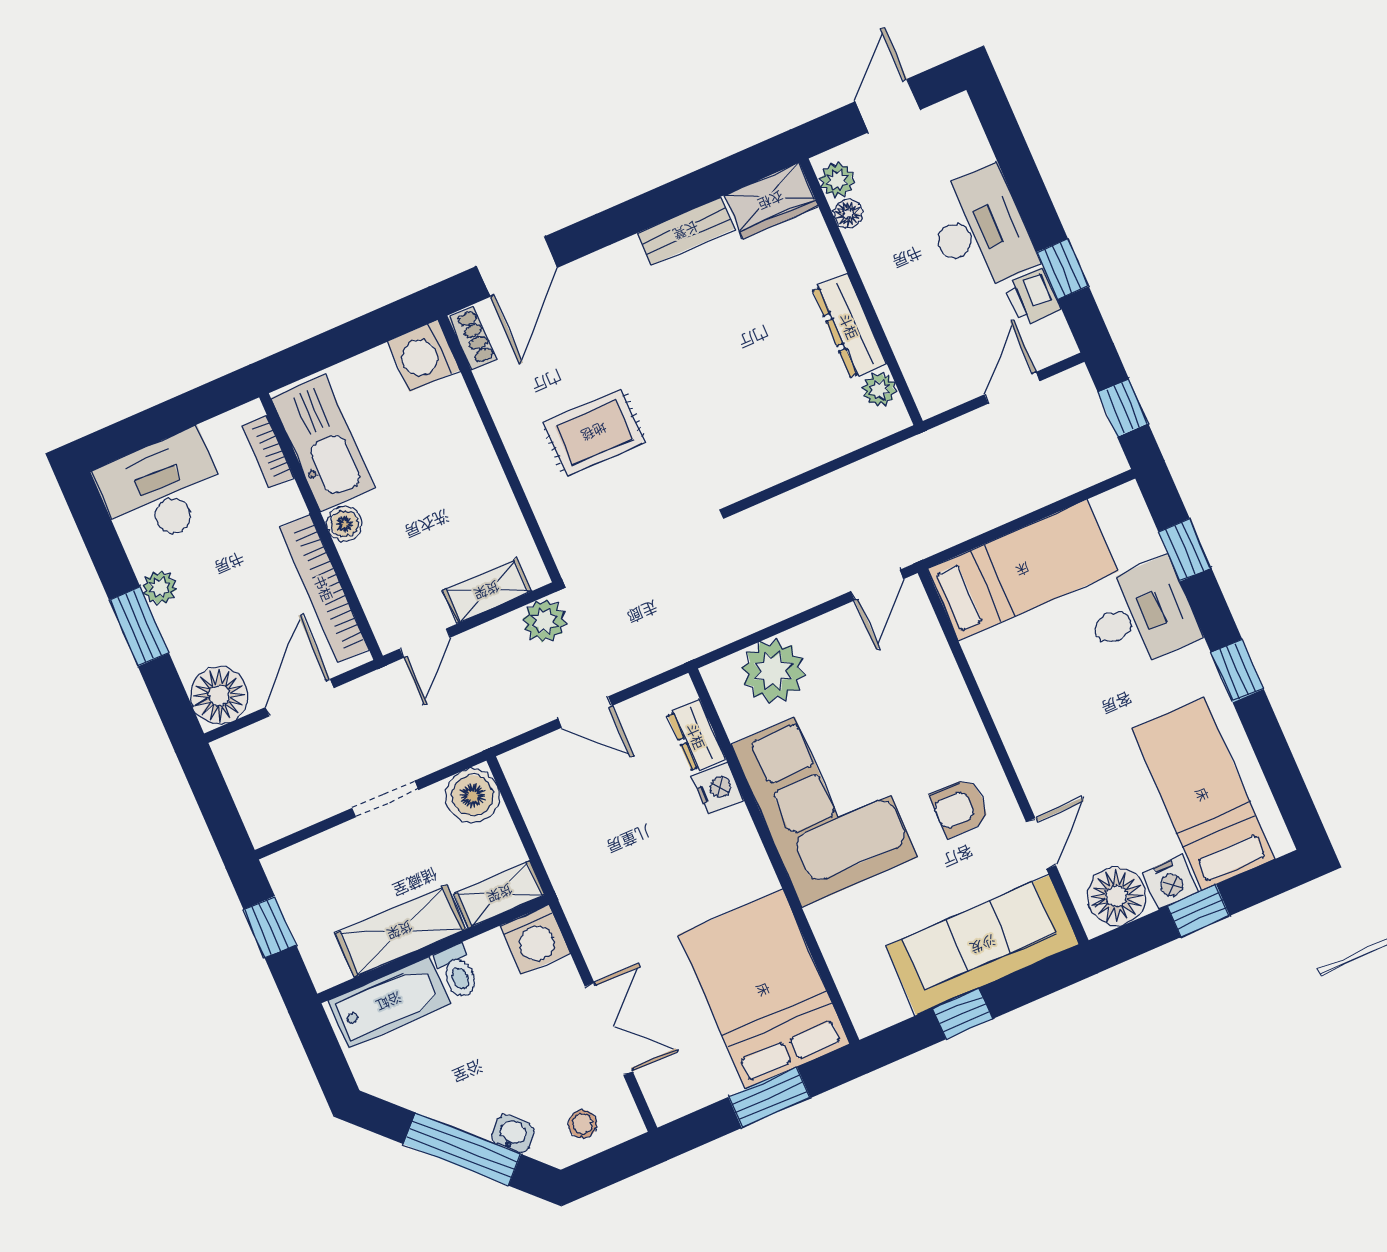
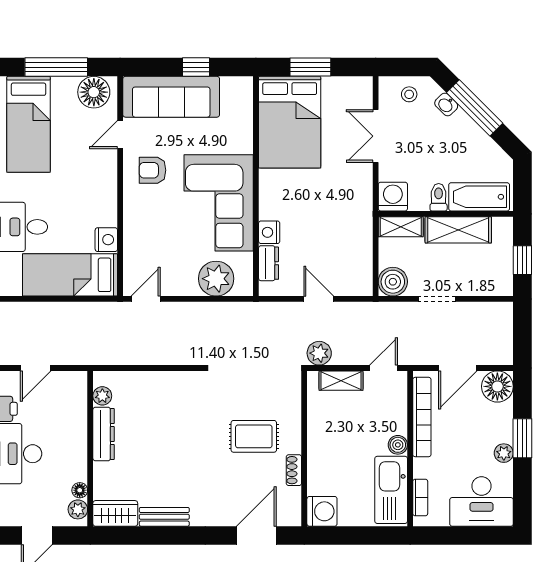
shoe rack: (472, 338) -> (294, 470), moved
armchair: (960, 807) -> (153, 170), turned 180
nightstand: (1170, 882) -> (106, 240), moved, turned 90
window: (1198, 911) -> (56, 67), width x2.17

